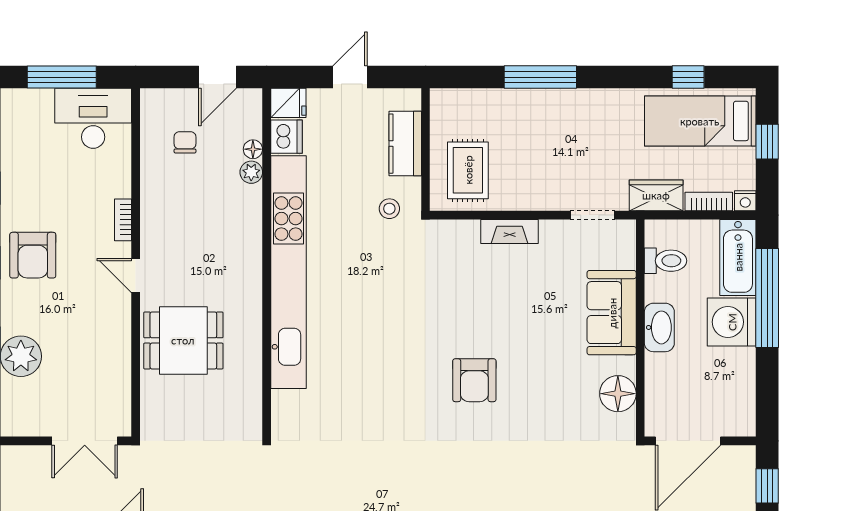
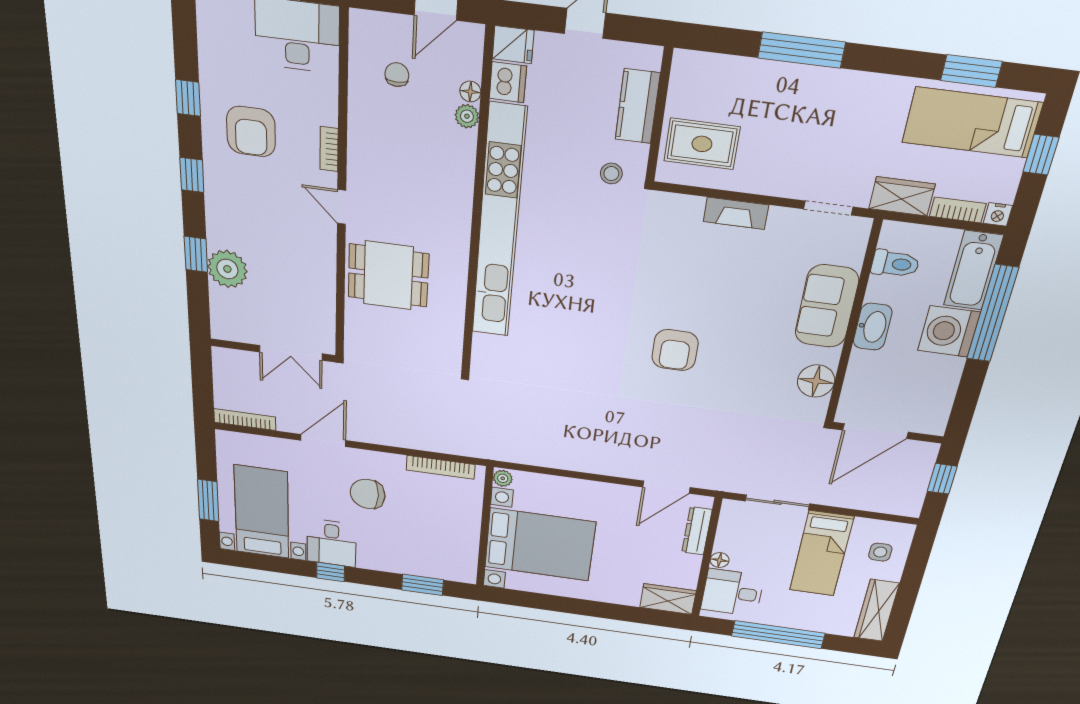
window: (688, 77) -> (971, 71), width x1.50
rug: (468, 170) -> (702, 144), turned 90
armchair: (33, 255) -> (251, 132), moved

